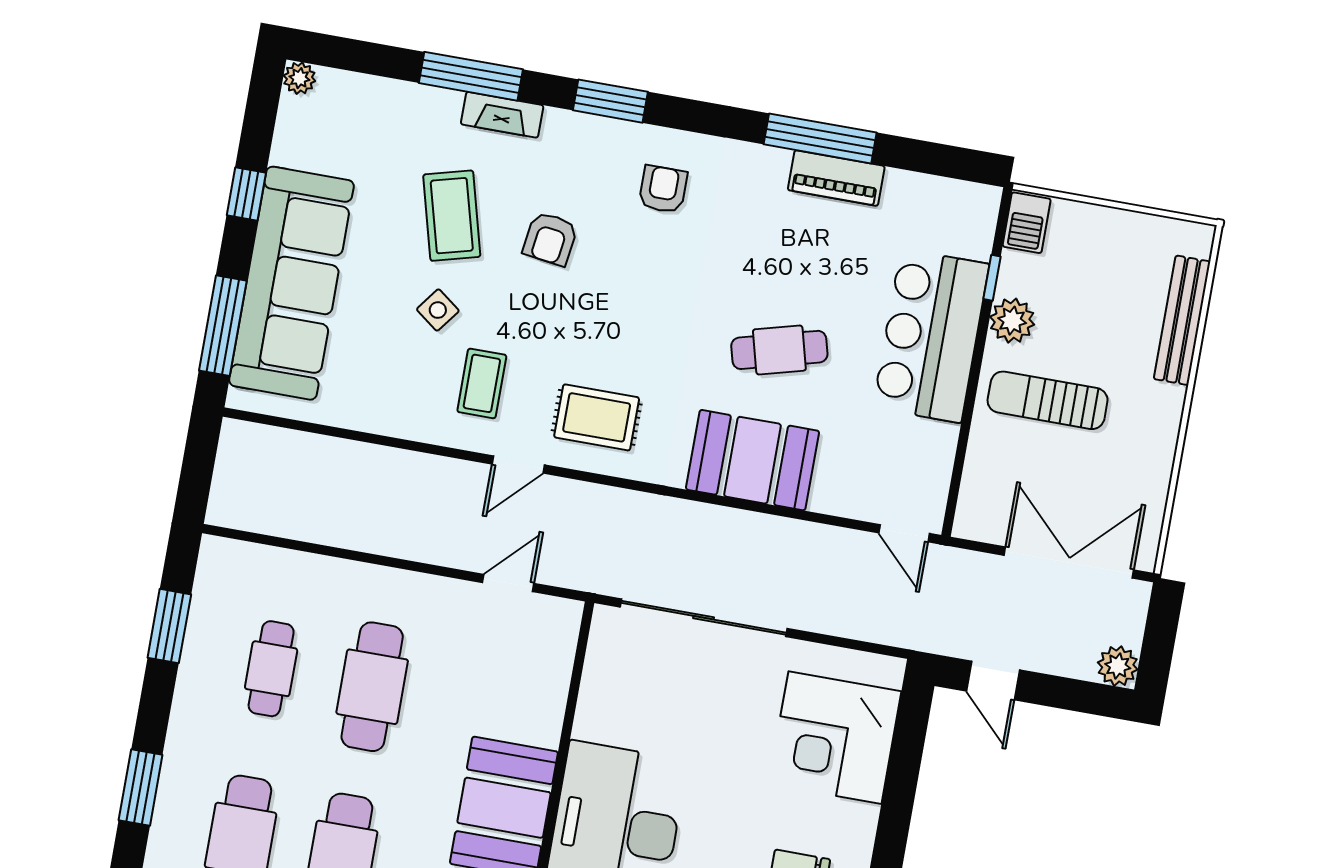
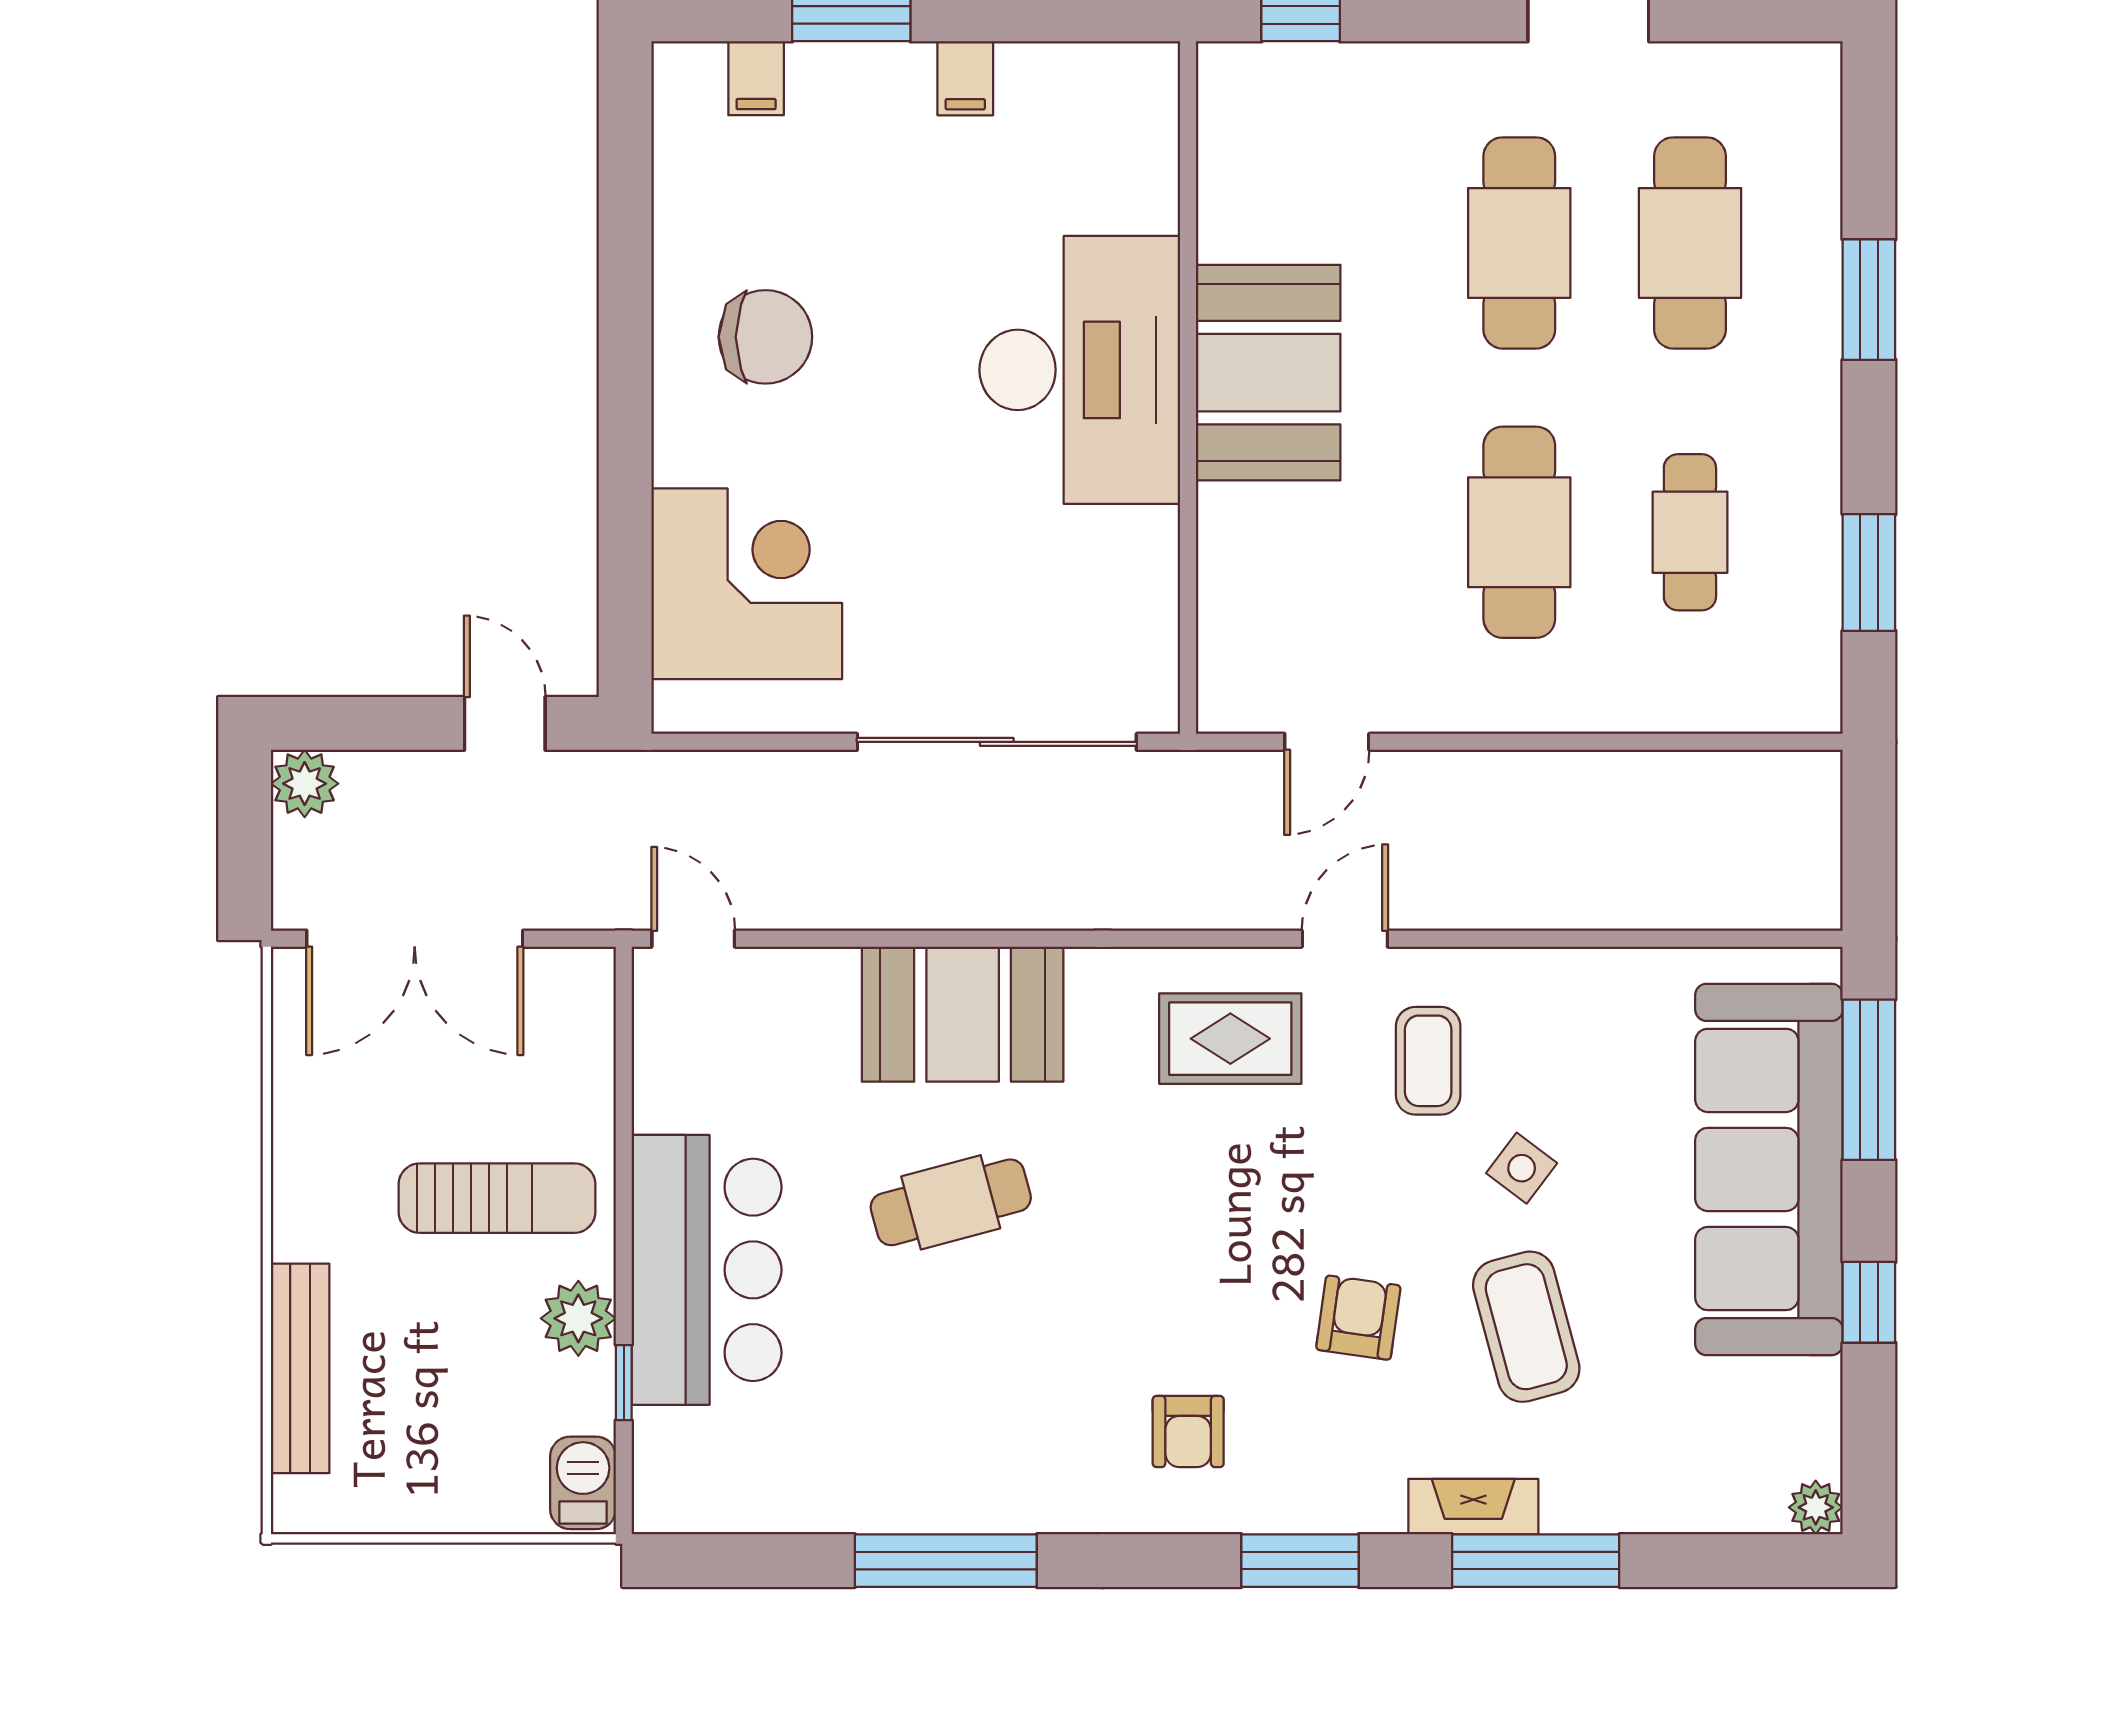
piano: (836, 178) -> (908, 1500), removed

